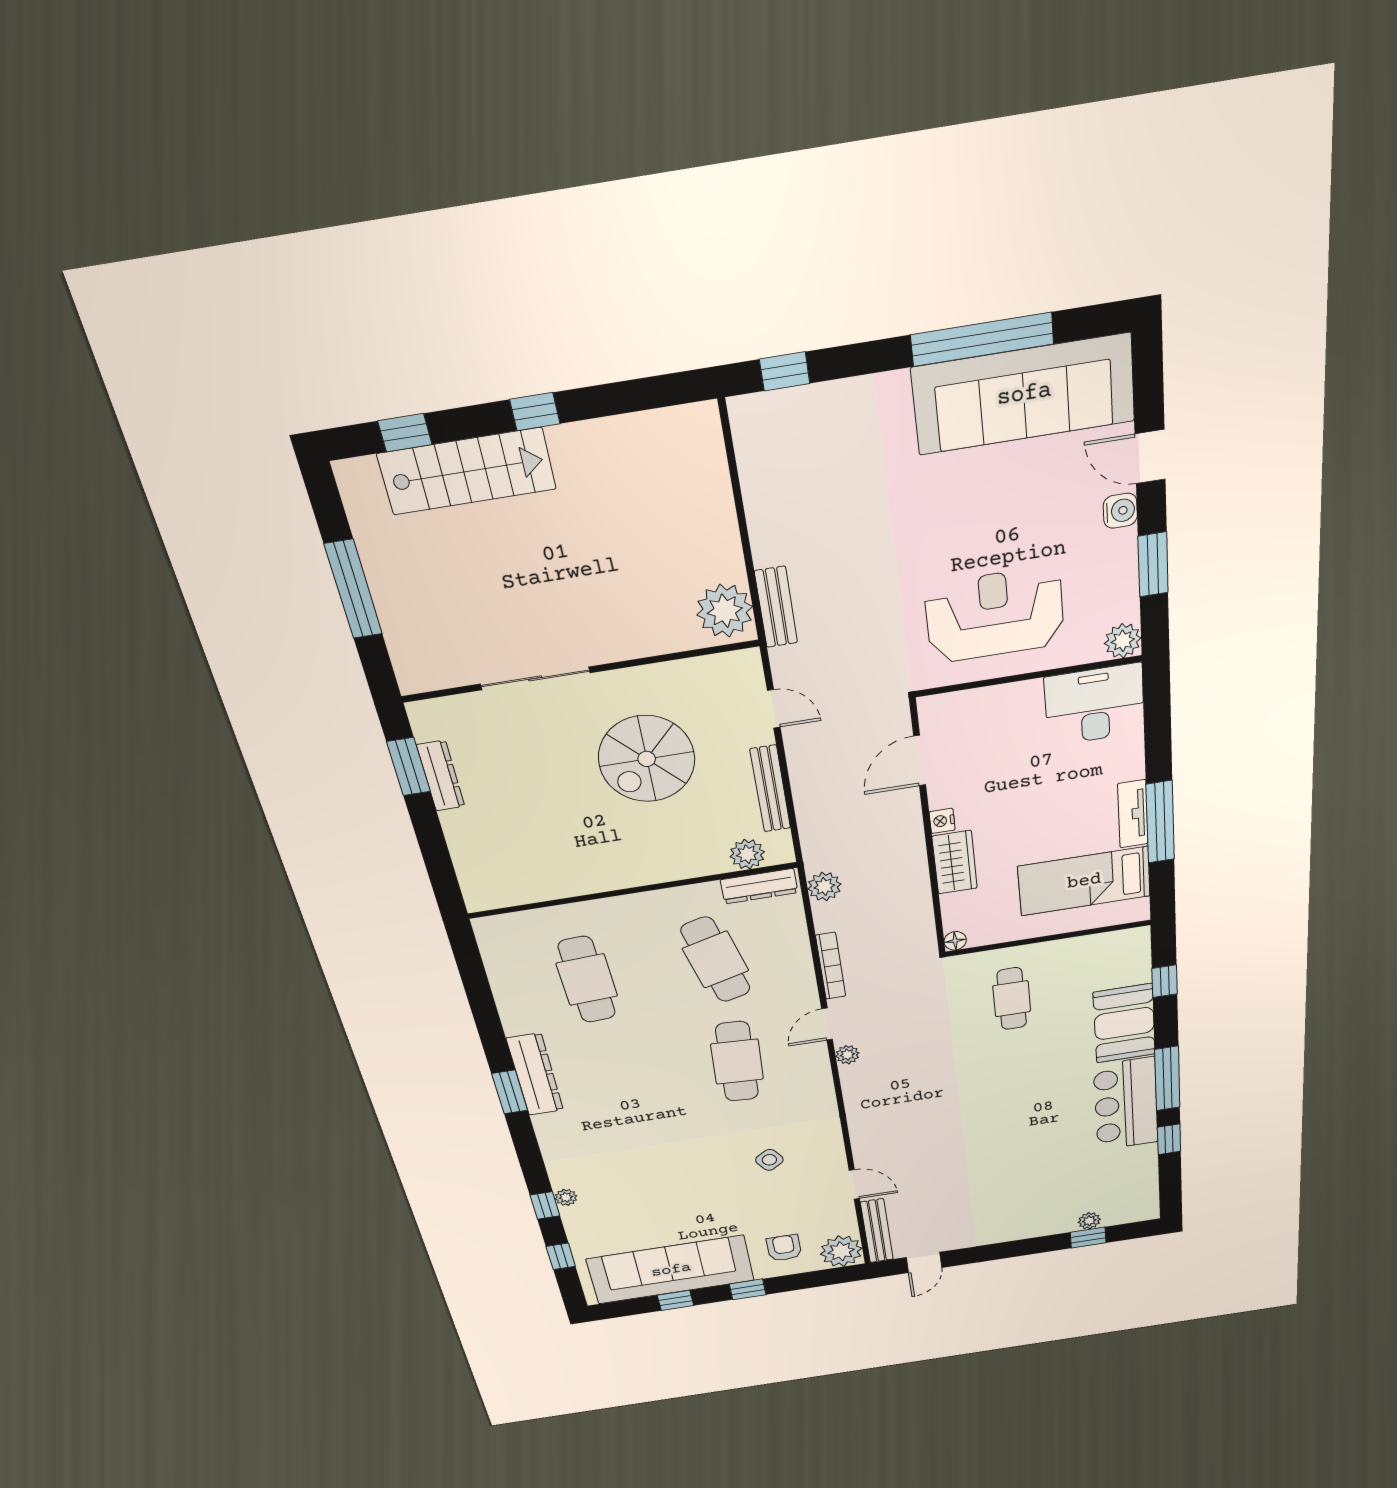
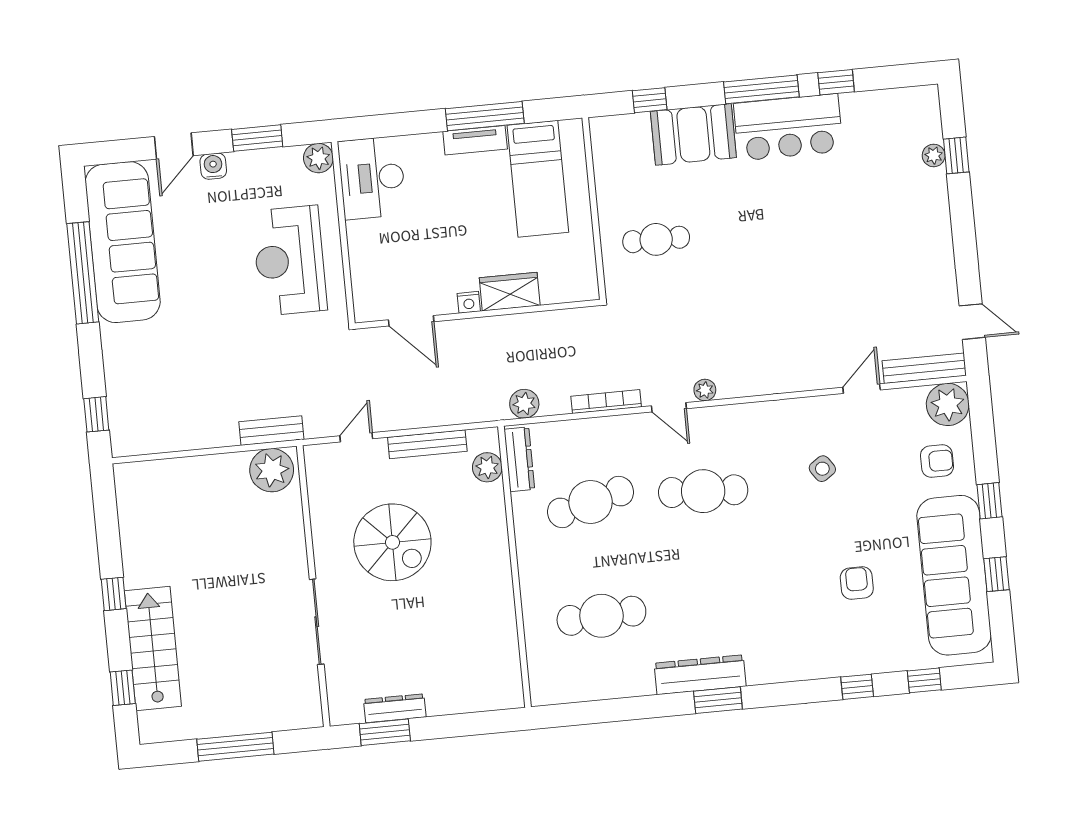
floor lamp: (955, 941) -> (589, 291), removed
plant: (566, 1197) -> (849, 666), removed
armchair: (653, 1197) -> (857, 583), added
armchair: (784, 1248) -> (937, 461), turned 180

